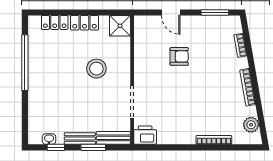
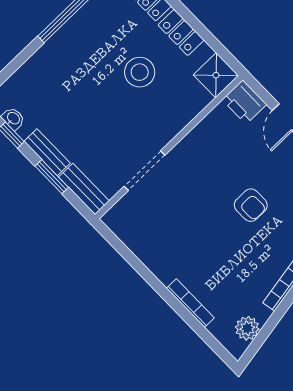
armchair: (179, 56) -> (251, 205), moved
stool: (96, 69) -> (140, 72), moved
printer: (145, 135) -> (244, 102), moved, turned 180

